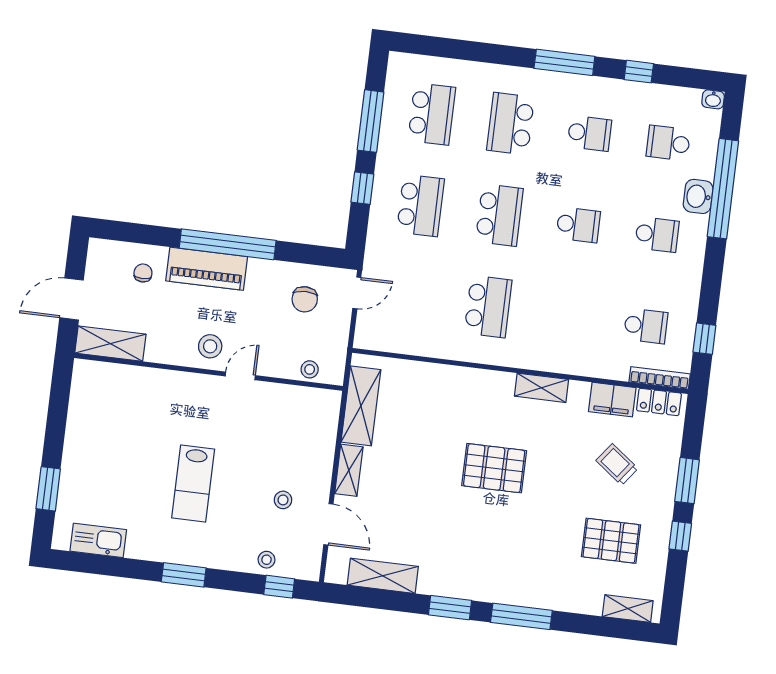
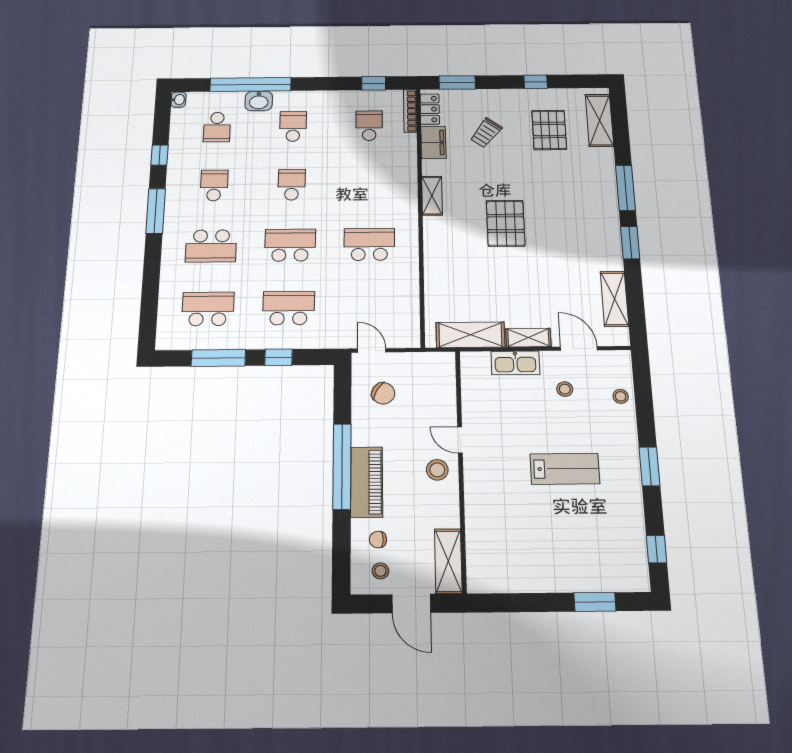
chair: (305, 299) -> (383, 393), turned 31
stool: (310, 369) -> (380, 571), moved
window: (687, 481) -> (457, 82), moved
door: (328, 524) -> (579, 348), hinge flipped
kitchen sink: (98, 540) -> (515, 363), moved, turned -90
window: (279, 587) -> (657, 549), moved
shelving: (628, 609) -> (599, 120), width x1.50, depth x1.33

